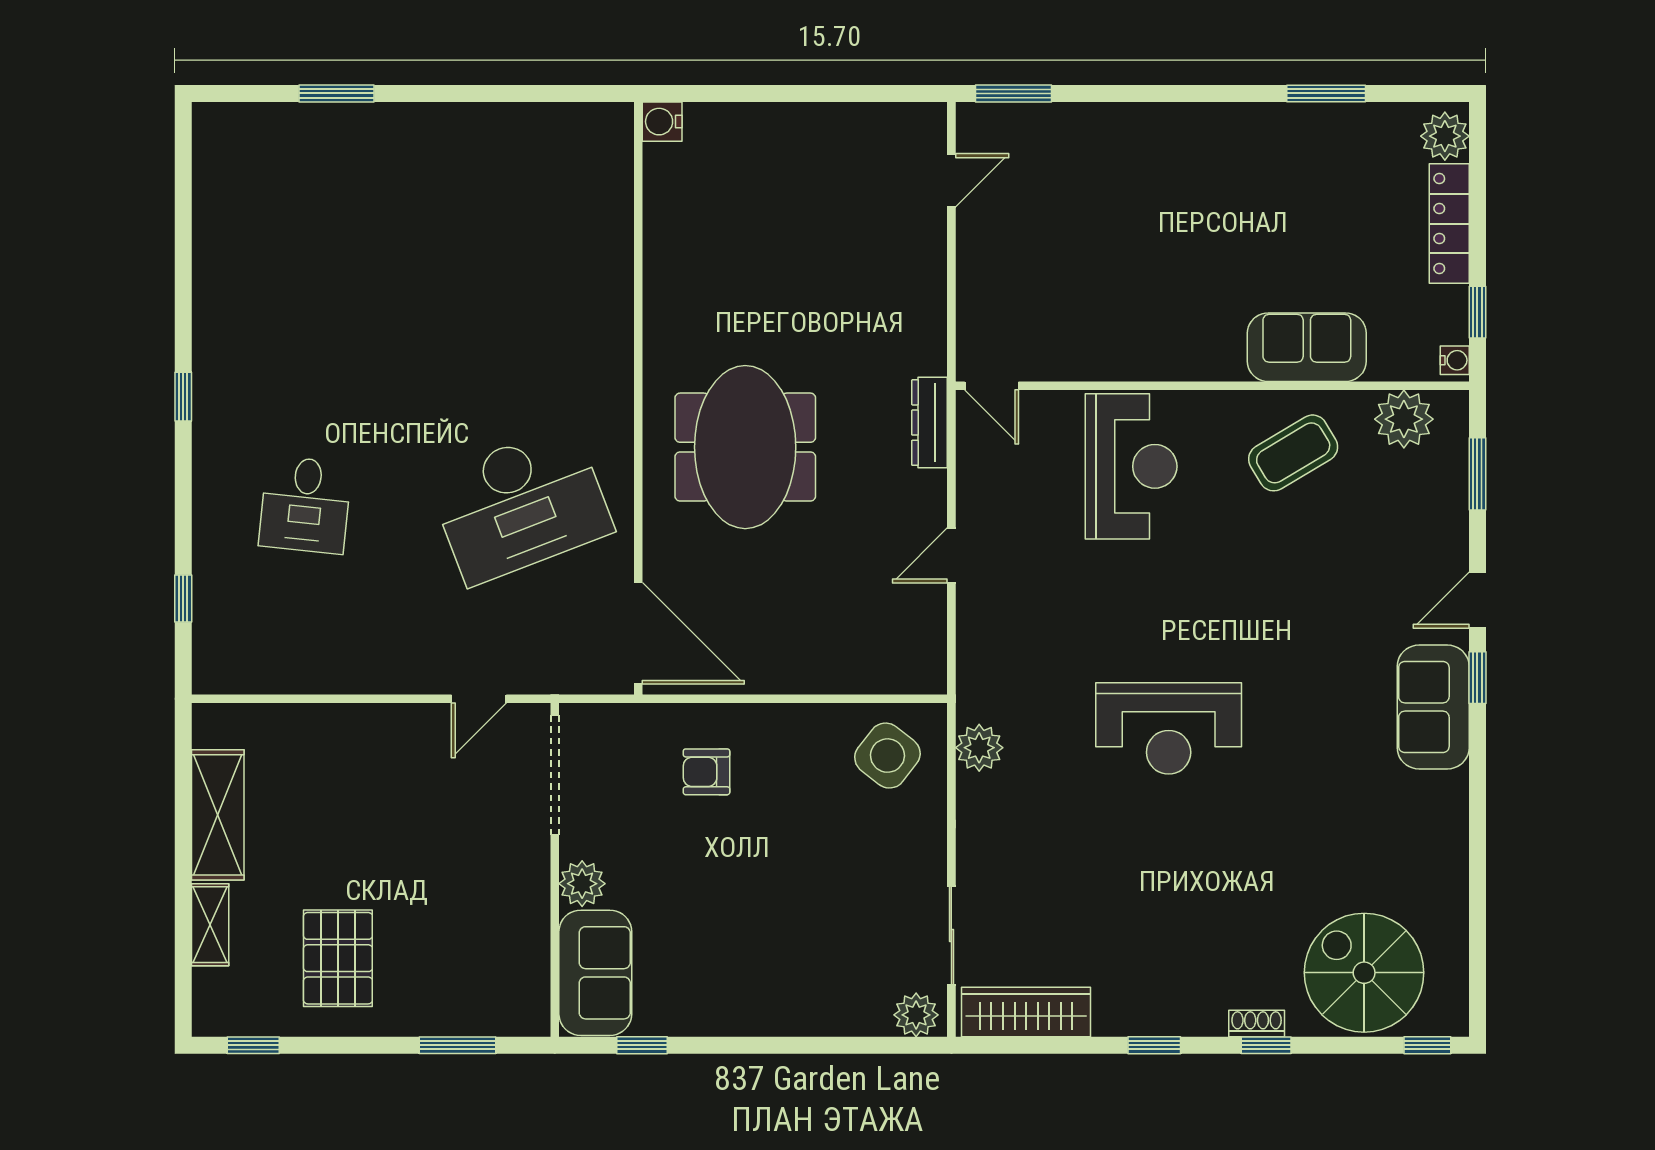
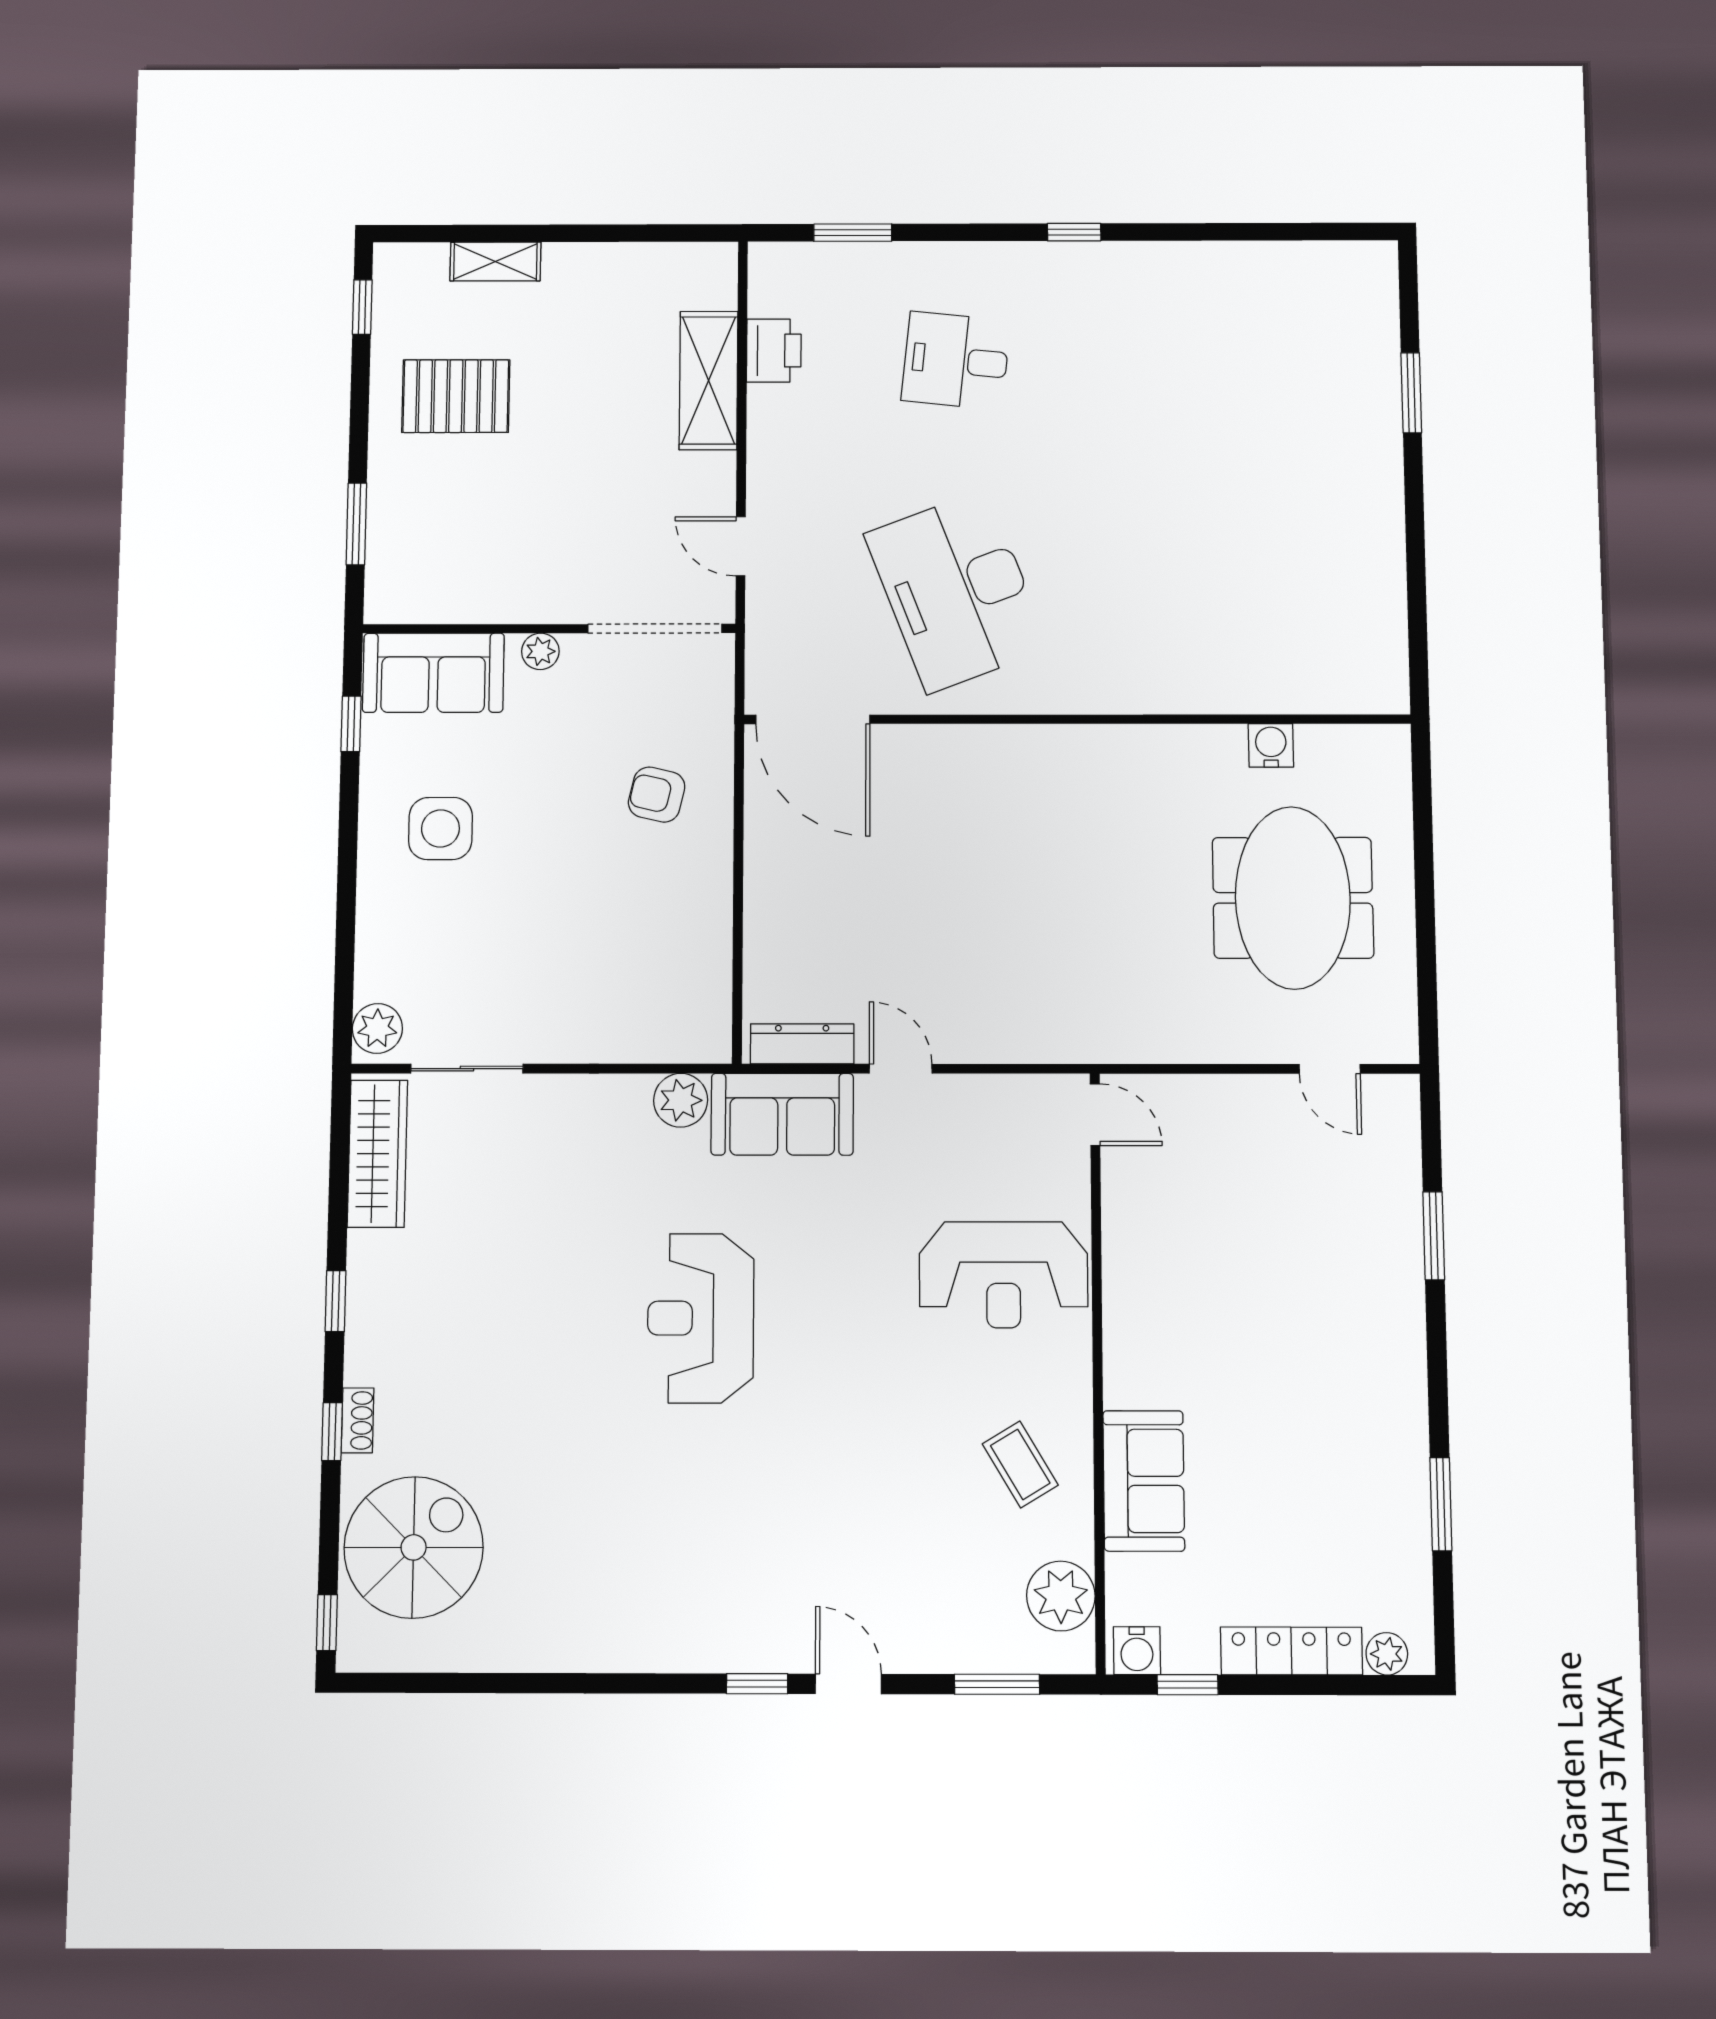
window: (1013, 93) -> (1434, 1236), moved
water cooler: (662, 122) -> (1271, 745), moved
plant: (1445, 136) -> (1387, 1654), width x0.73, depth x0.73
water cooler: (1455, 360) -> (1137, 1651), width x1.38, depth x1.38
door: (992, 386) -> (1095, 1115), swing flipped
dresser: (930, 423) -> (802, 1044), moved
meeting table: (745, 447) -> (1293, 898), moved, turned 90
coffee table: (1293, 453) -> (1020, 1464), width x0.73, depth x0.77
window: (183, 599) -> (853, 233), width x1.50
door: (638, 633) -> (813, 719), hinge flipped
printer: (295, 670) -> (774, 351), added
sofa: (1433, 707) -> (782, 1114), moved, turned 180
side table: (887, 756) -> (440, 828), moved, turned -38
armchair: (706, 772) -> (657, 795), turned -77
shelving: (218, 815) -> (709, 380), moved, turned 90
plant: (582, 884) -> (540, 651), width x0.73, depth x0.73

